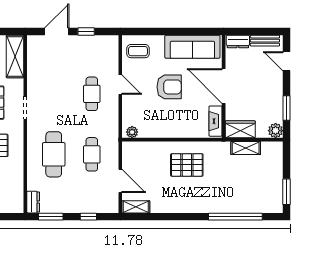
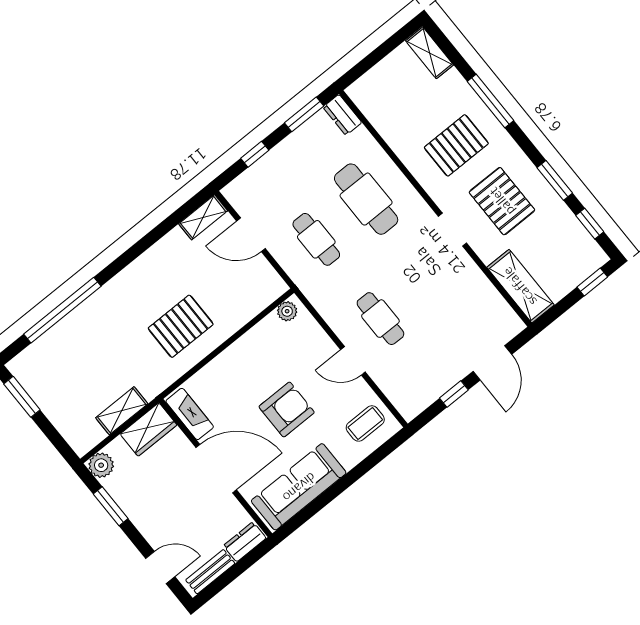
armchair: (169, 87) -> (287, 409), turned 180

